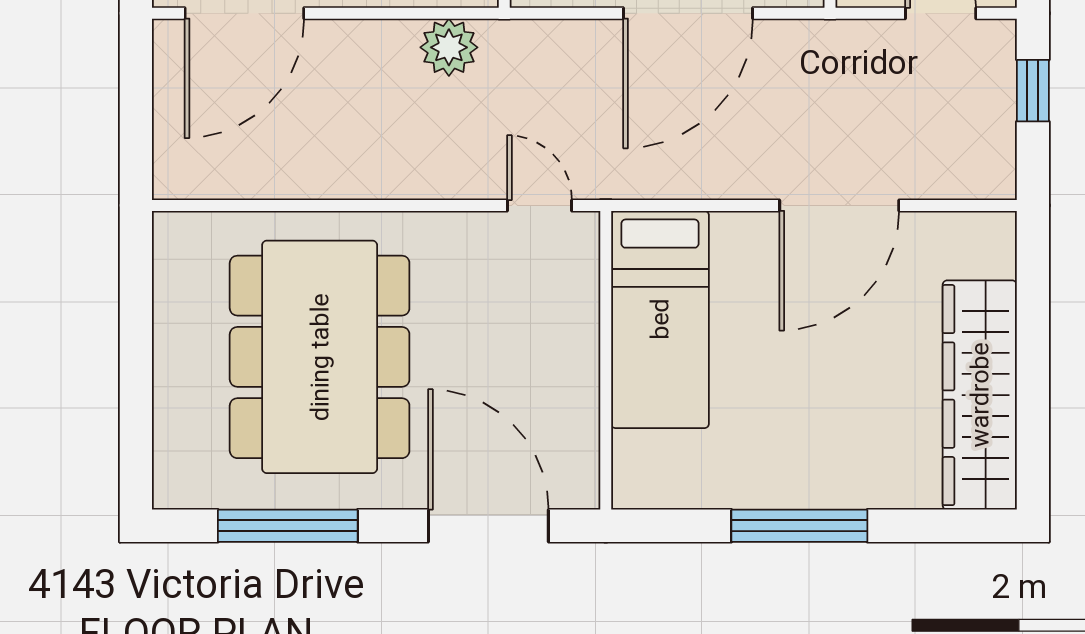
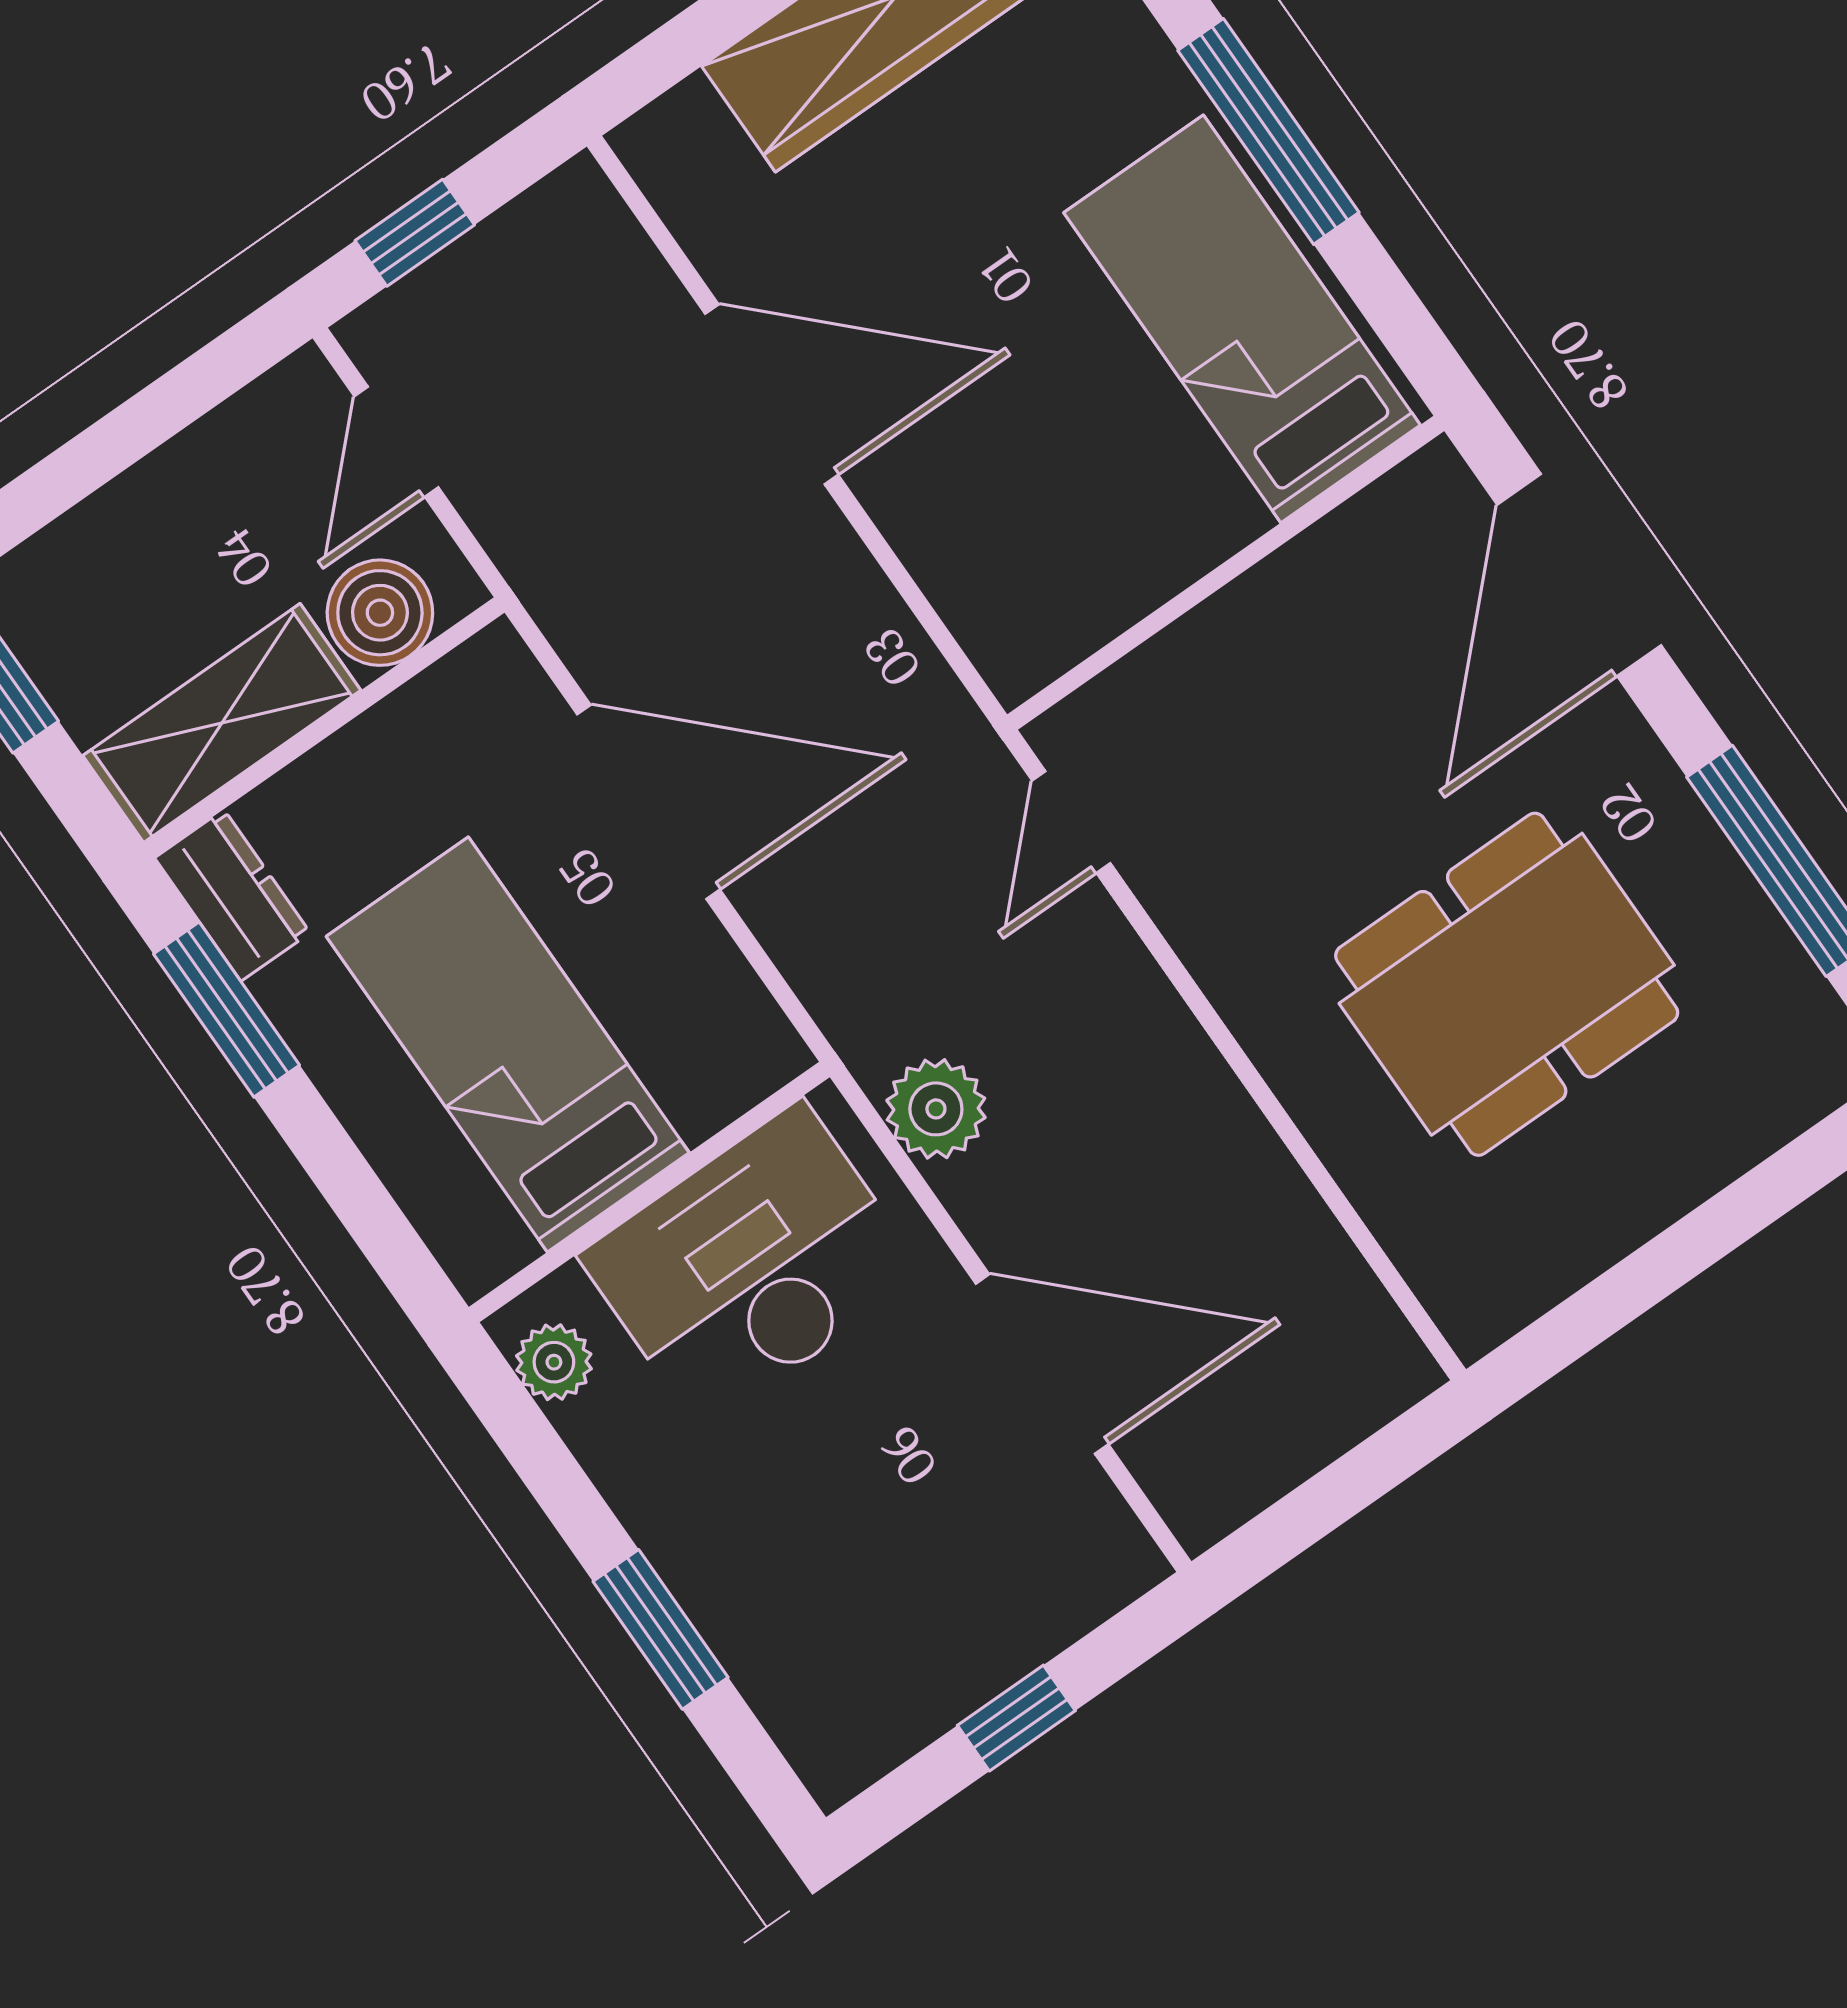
door: (244, 13) -> (1042, 1364), moved
bed: (660, 319) -> (1242, 319), moved, turned -90
dining table: (320, 357) -> (1507, 984), width x0.73, depth x0.80

